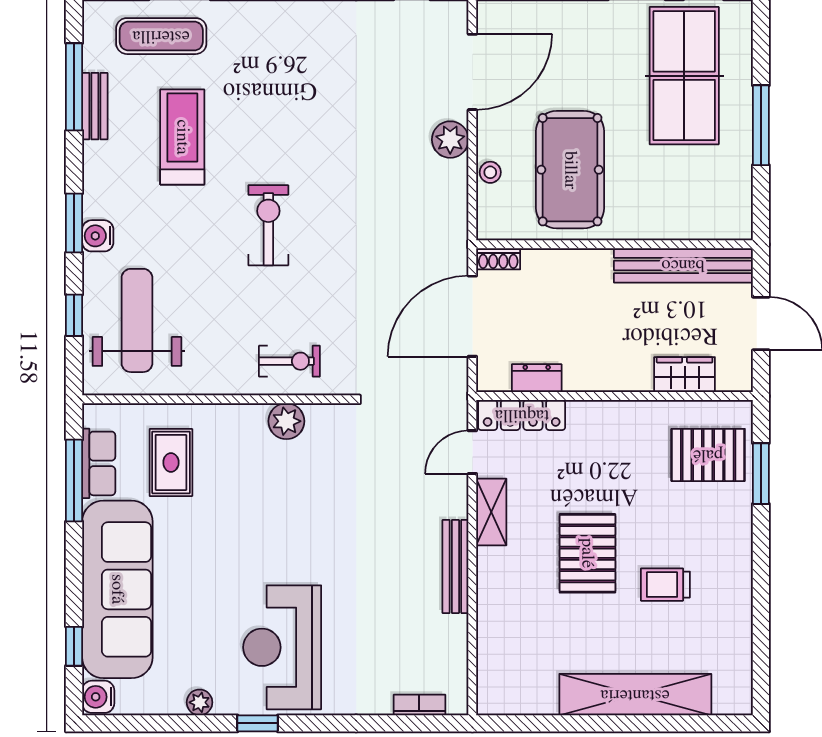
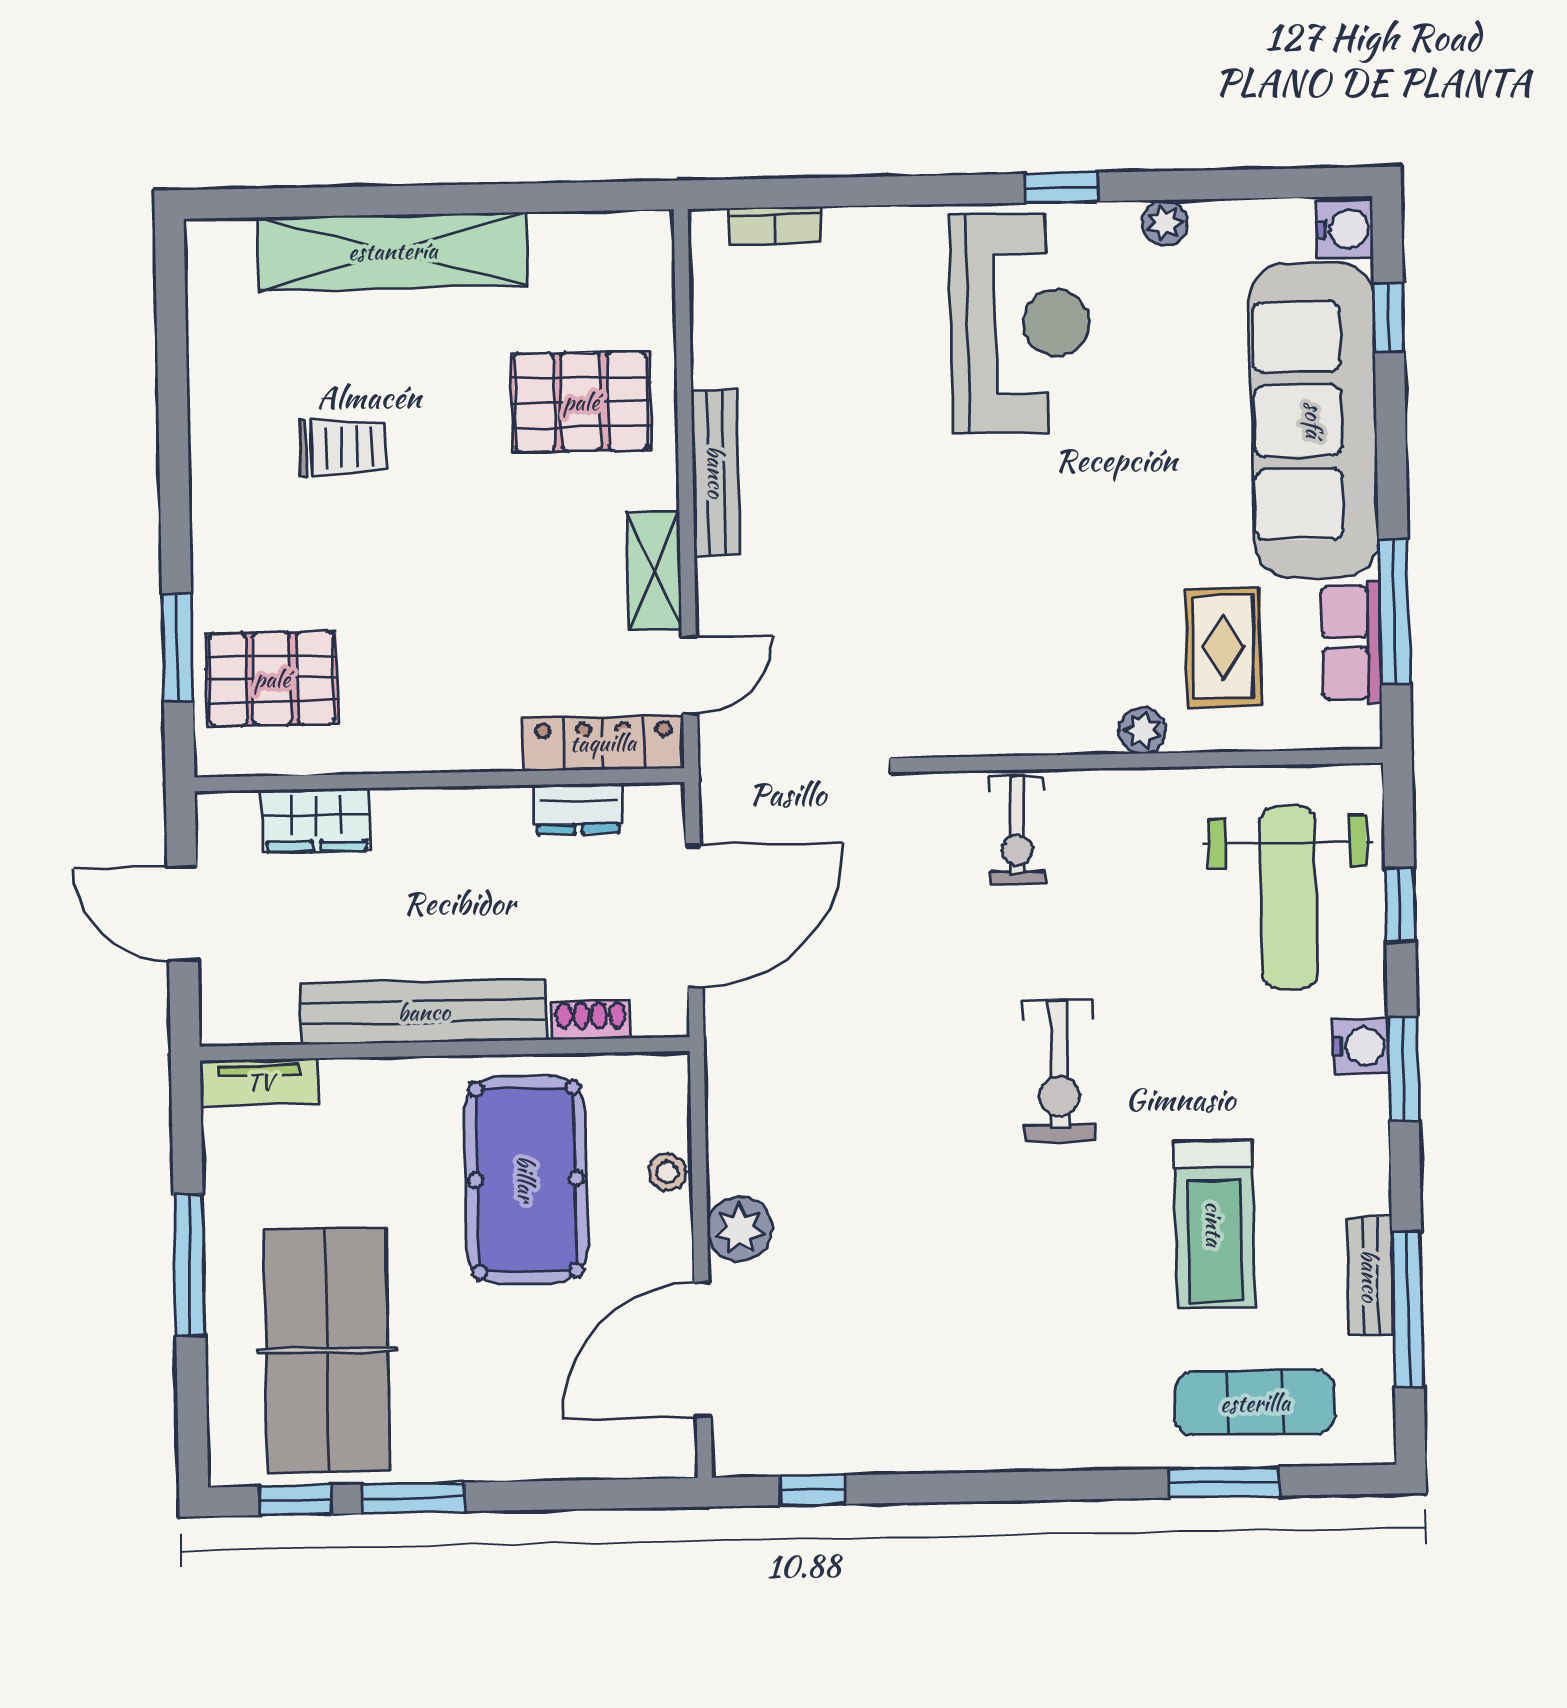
tv unit: (719, 228) -> (260, 1082), added
shoe rack: (498, 259) -> (590, 1020), moved
bench: (683, 265) -> (424, 1012), moved
exercise bike: (289, 361) -> (1017, 831), turned -90
plant: (286, 421) -> (1142, 730), moved, width x0.73, depth x0.73
pallet: (587, 553) -> (581, 402), moved, turned 90

